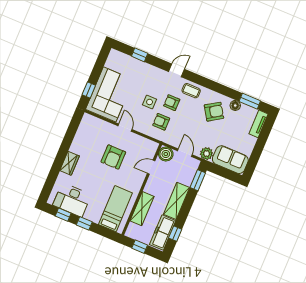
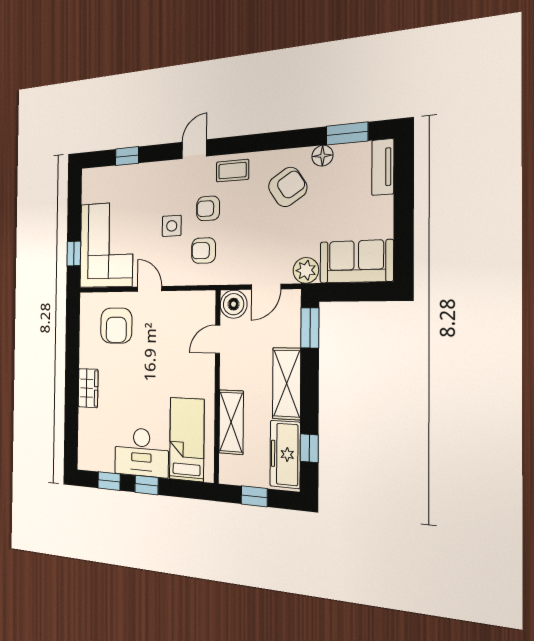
door: (185, 153) -> (266, 287), swing flipped
armchair: (113, 157) -> (116, 326), moved
desk: (72, 200) -> (141, 452), moved

